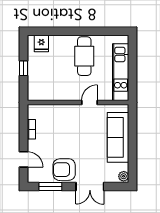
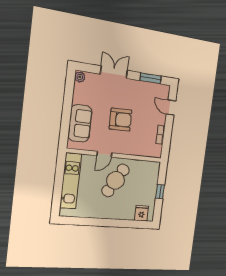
cafe table: (84, 56) -> (115, 180), moved, turned 30
sofa: (118, 137) -> (80, 123), width x0.73
armchair: (64, 170) -> (121, 120), moved

